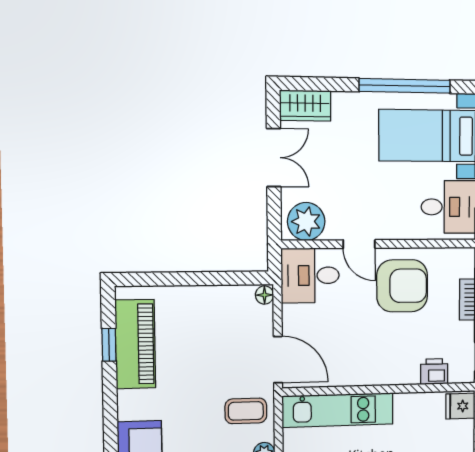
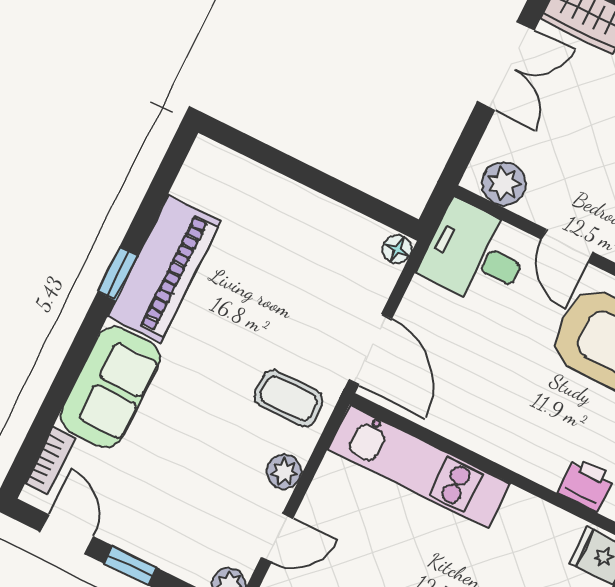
plant: (306, 221) -> (504, 184), width x0.73, depth x0.73
piano: (135, 344) -> (164, 269), moved
window: (109, 345) -> (118, 273), moved

